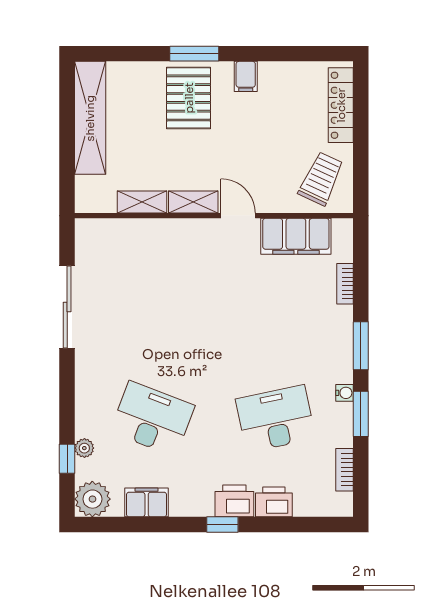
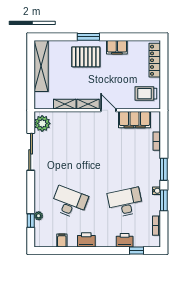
filing cabinet: (246, 76) -> (117, 47), width x2.00
pallet: (189, 98) -> (86, 57), turned 90
trolley: (321, 179) -> (146, 94), turned -115
plant: (92, 499) -> (42, 123), moved
printer: (234, 501) -> (86, 240), moved
filing cabinet: (147, 502) -> (62, 240), width x0.50
window: (222, 524) -> (136, 250), moved

